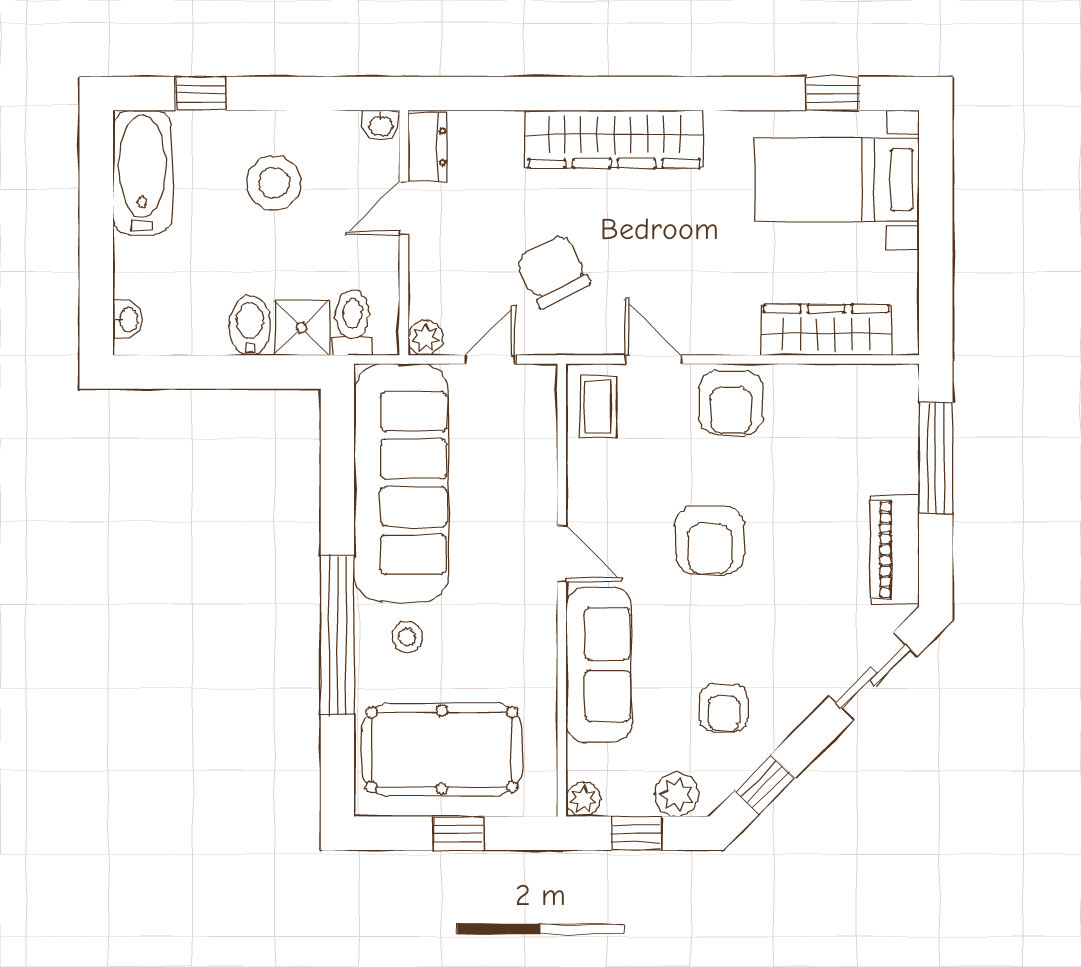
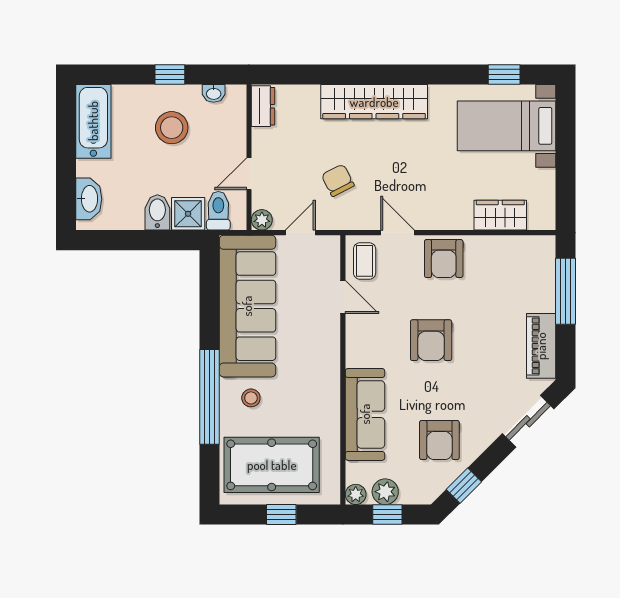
window: (201, 94) -> (170, 74), moved
washbasin: (381, 125) -> (214, 93), moved
door: (404, 208) -> (249, 174), moved
chair: (553, 271) -> (338, 180), width x0.73, depth x0.73
washbasin: (128, 319) -> (89, 199), width x1.91, depth x1.45
wardrobe: (826, 330) -> (500, 215), width x0.67
door: (562, 554) -> (343, 297), moved
armchair: (724, 708) -> (439, 440), width x1.38, depth x1.38
plant: (677, 795) -> (385, 492), moved

